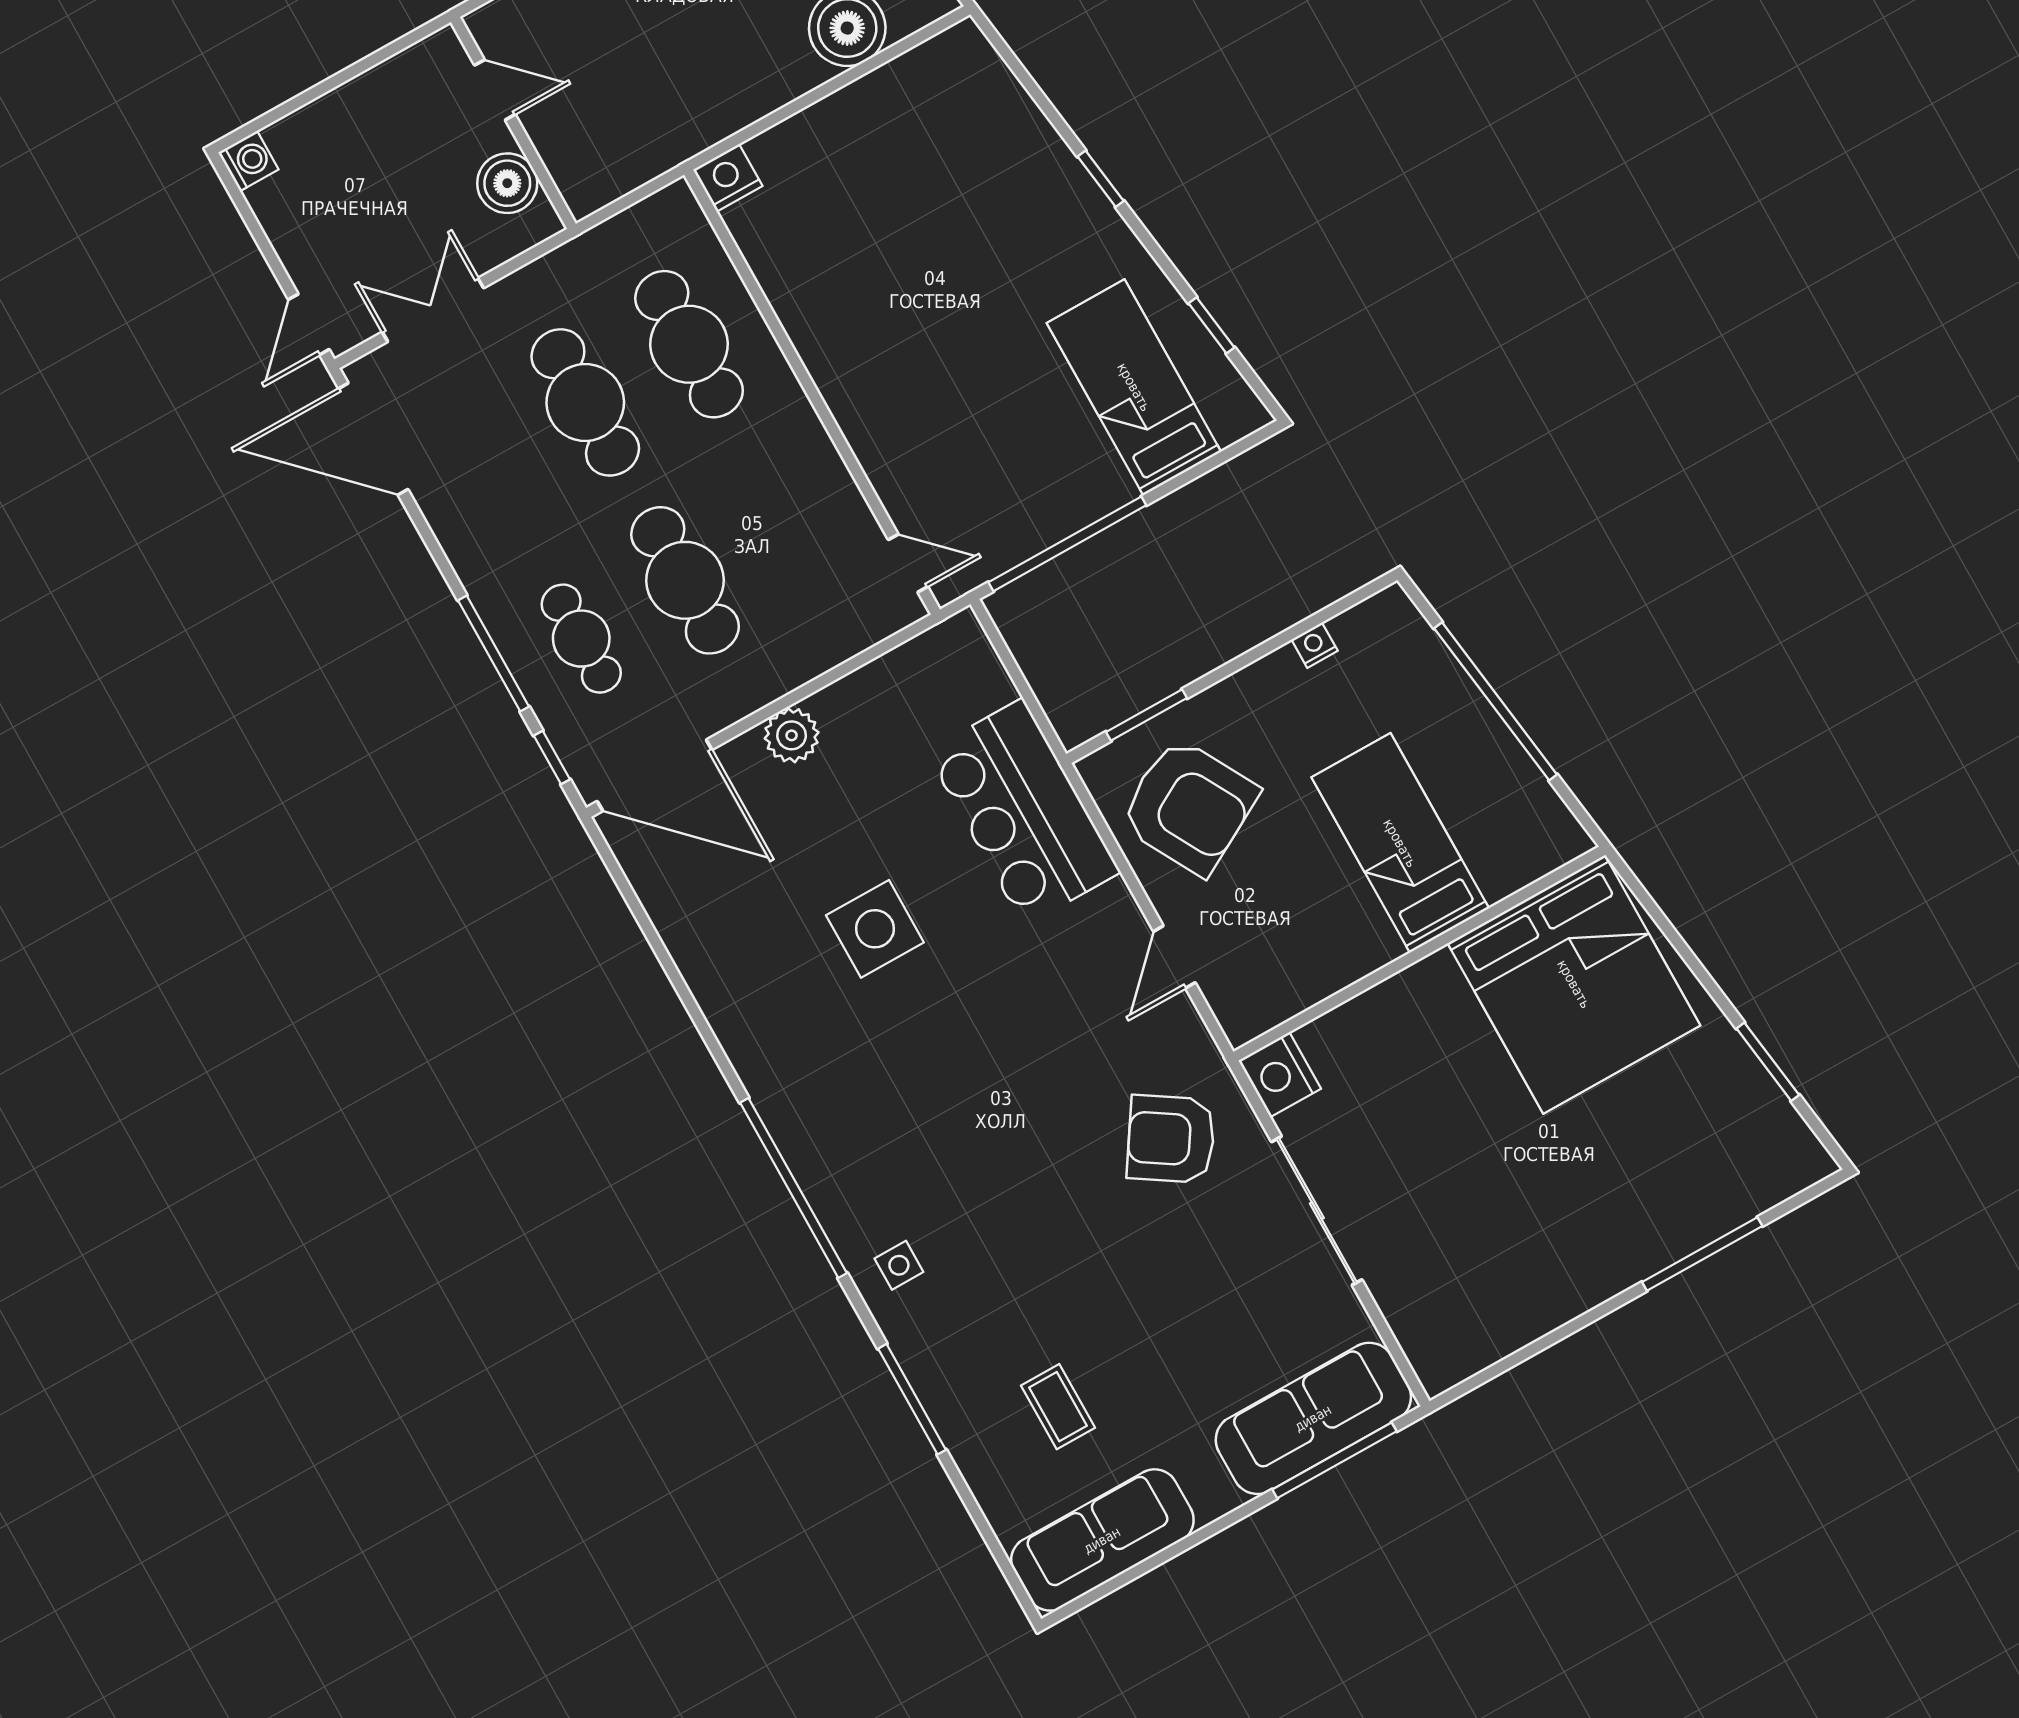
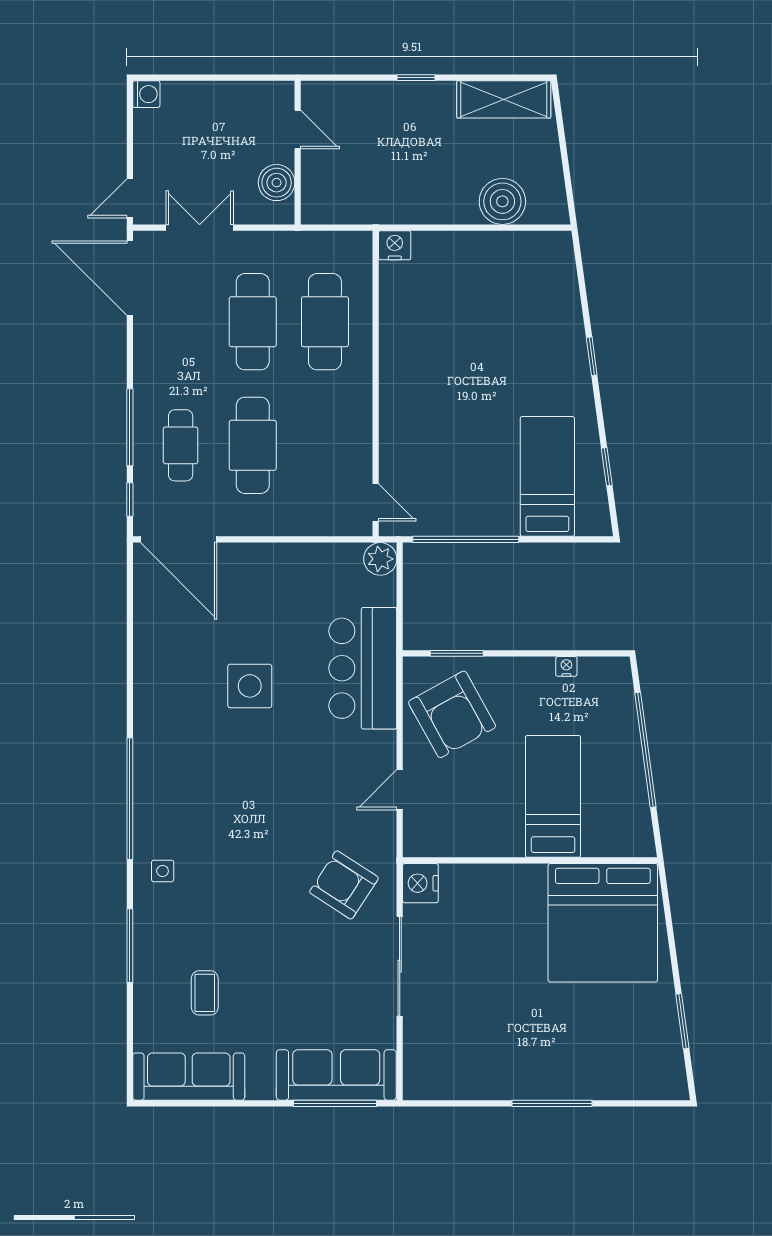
plant: (792, 735) -> (380, 559), moved
window: (1702, 1254) -> (552, 1103), moved

